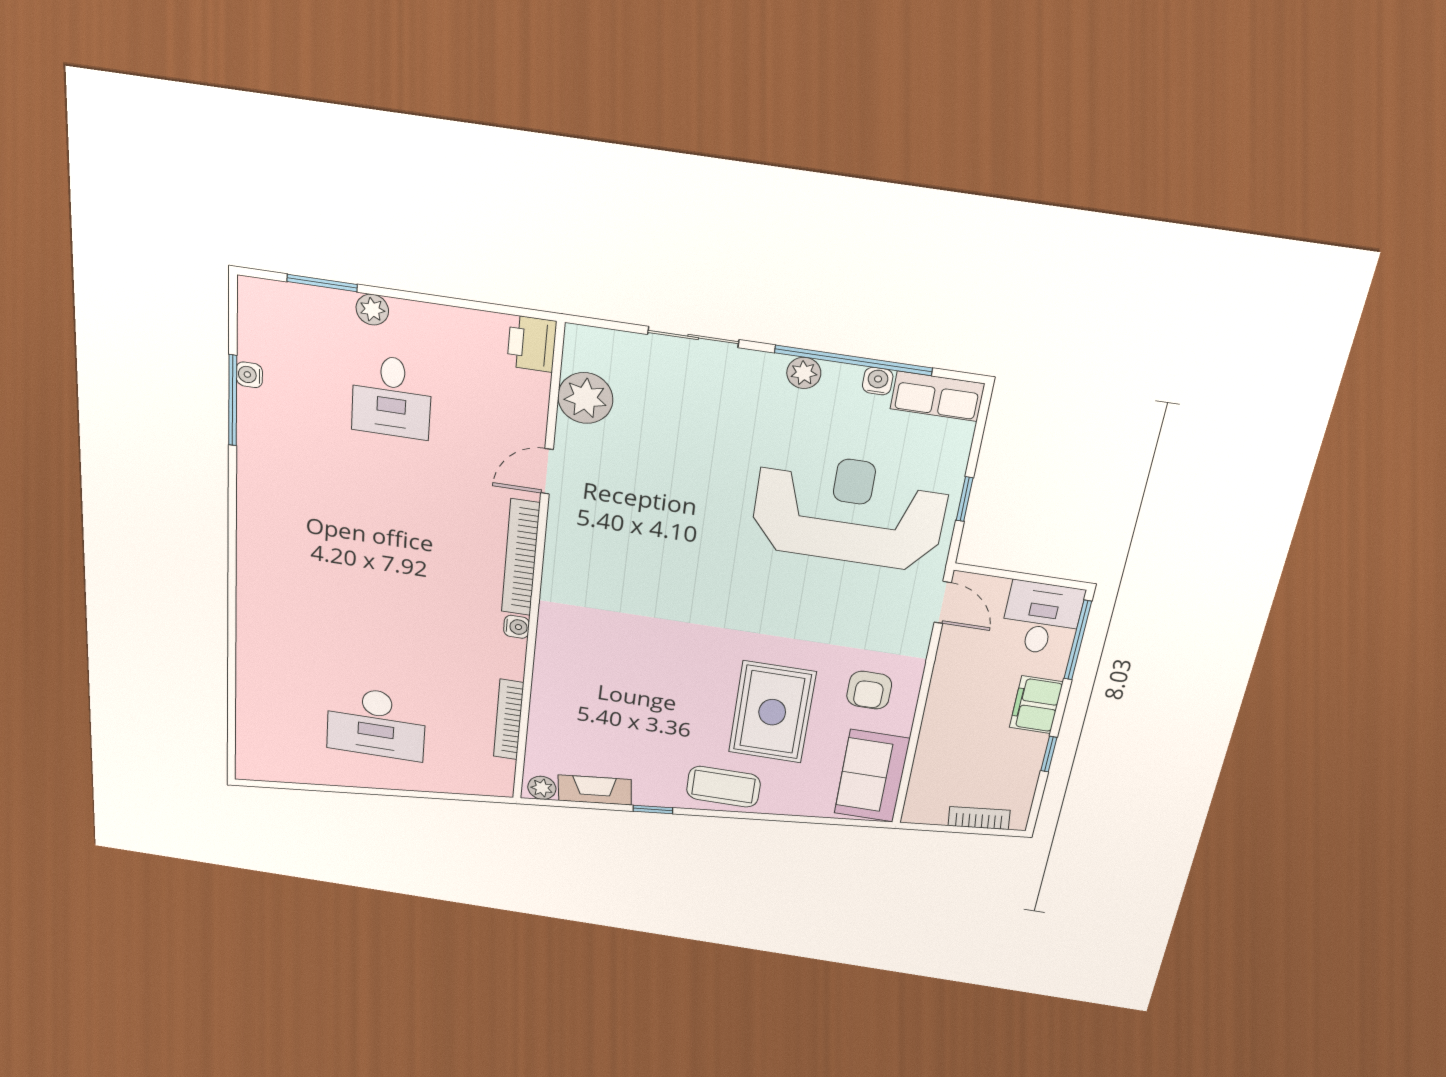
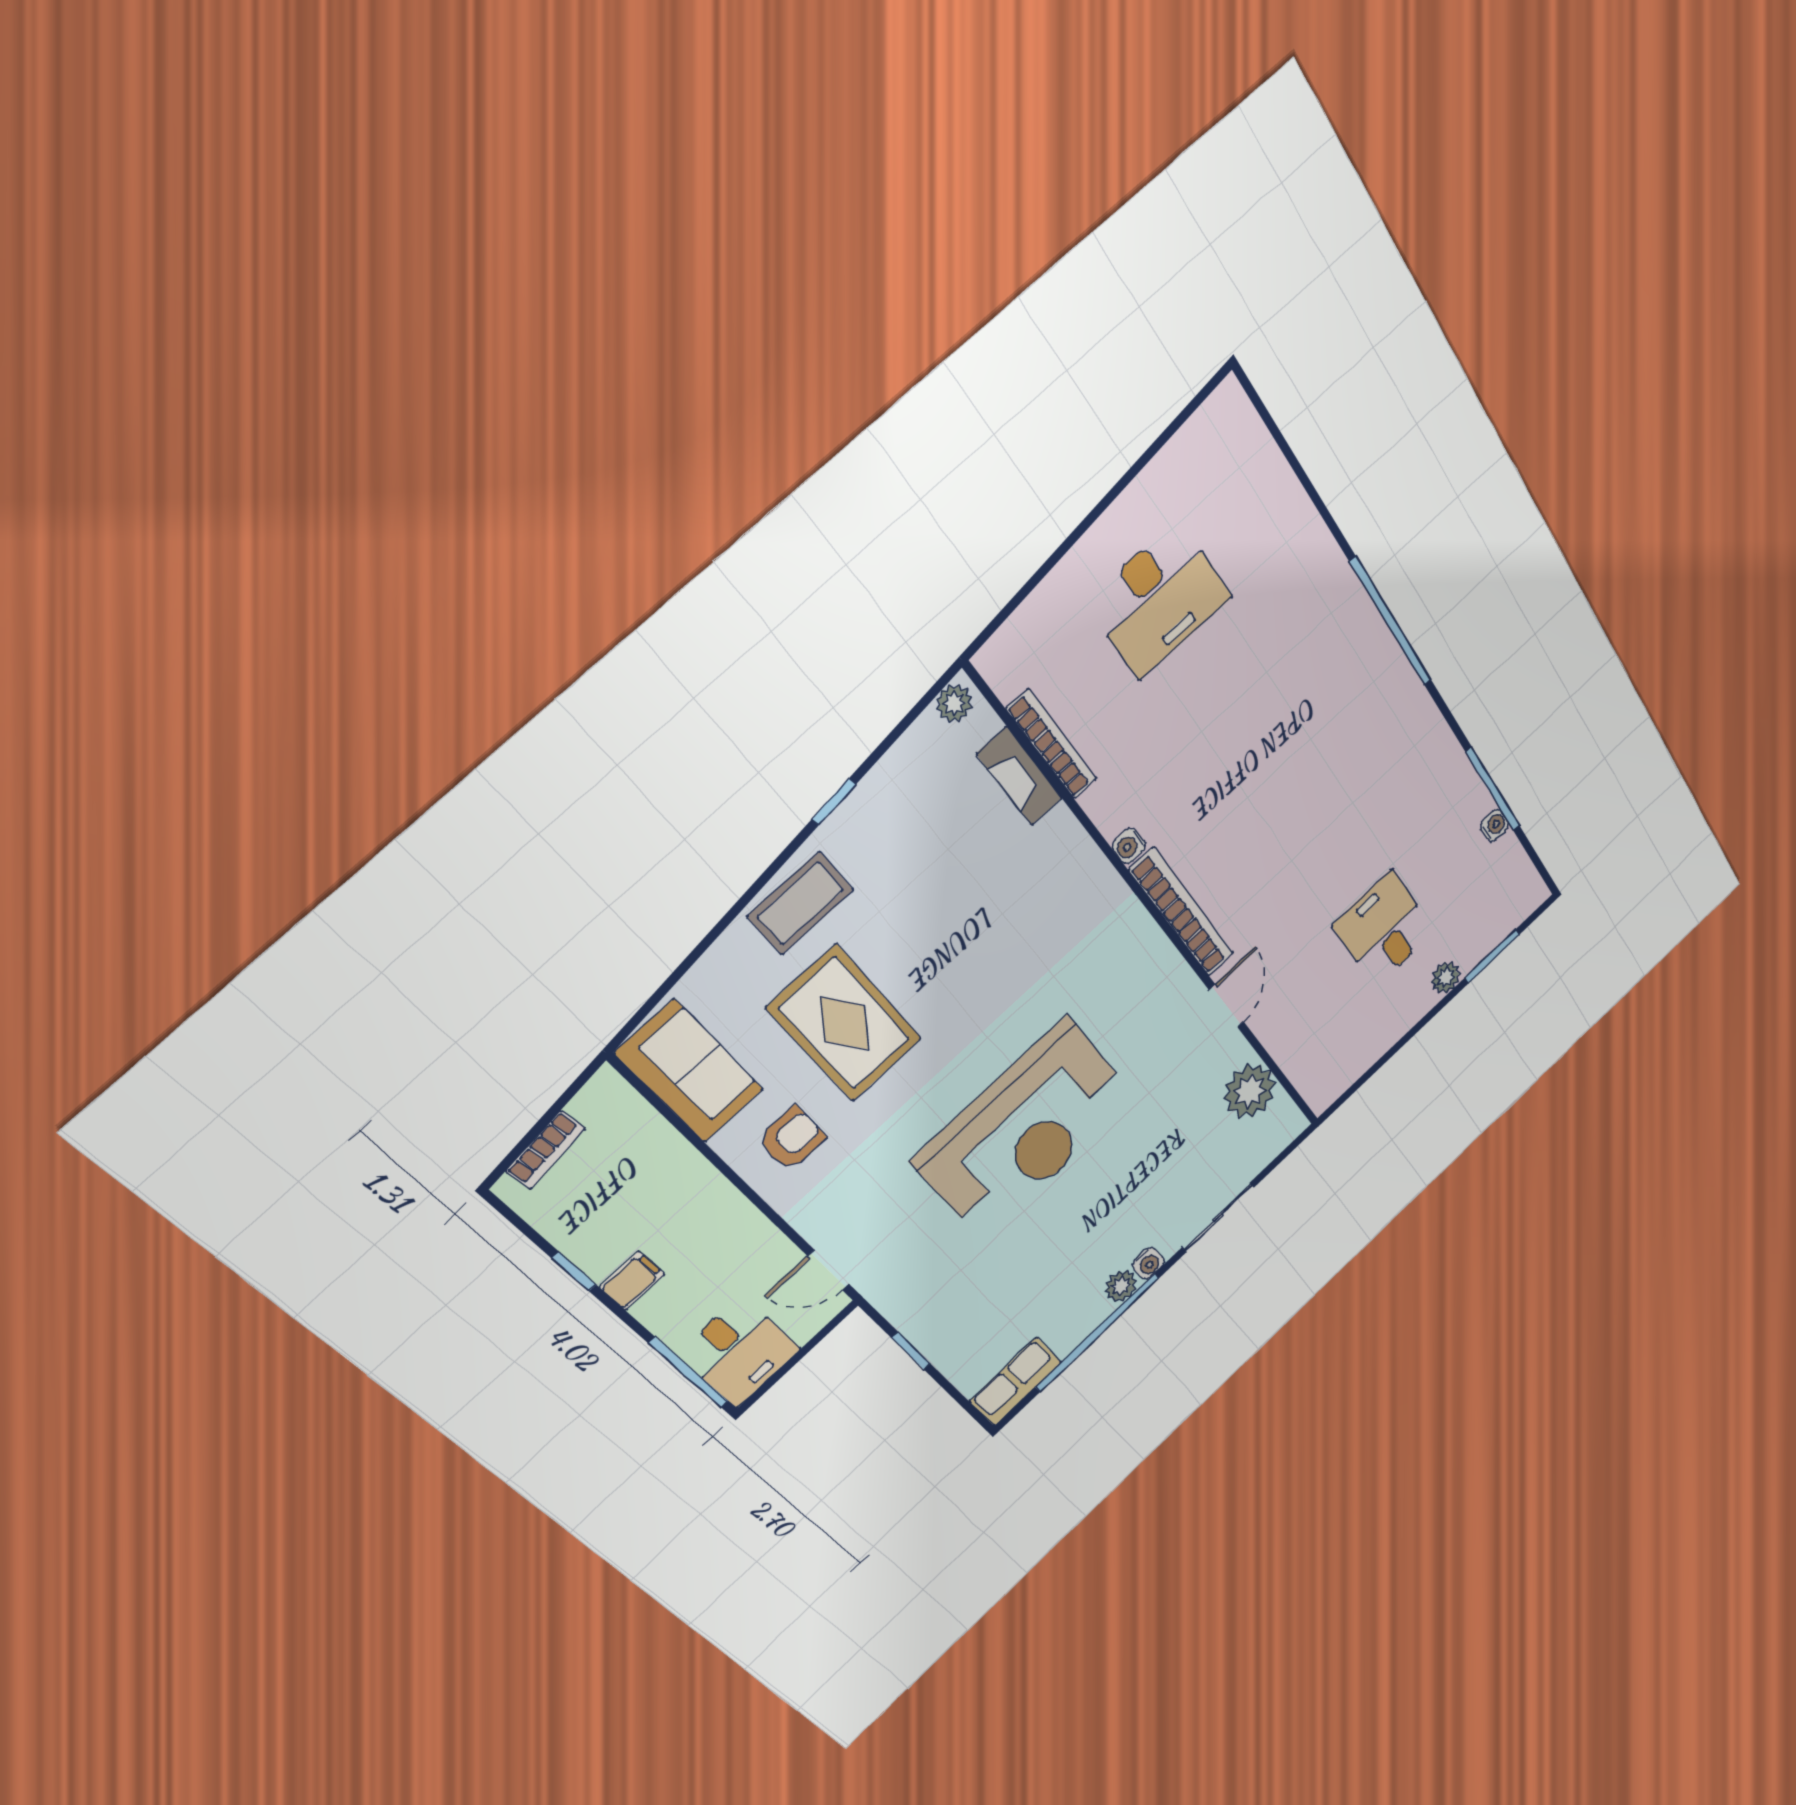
printer: (532, 344) -> (1320, 1083), removed
water cooler: (878, 381) -> (1148, 1263), moved
reception desk: (849, 511) -> (1025, 1129), moved
window: (232, 574) -> (1391, 622), added
armchair: (869, 690) -> (792, 1139), turned 90
filing cabinet: (1036, 705) -> (632, 1281), width x0.50
desk: (376, 723) -> (1159, 599), turned 180
fireplace: (595, 790) -> (1019, 776), moved, turned 96

